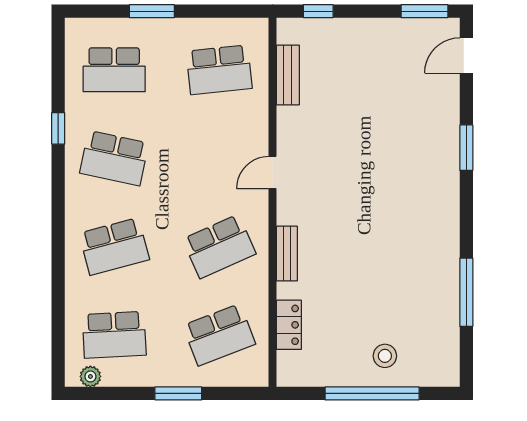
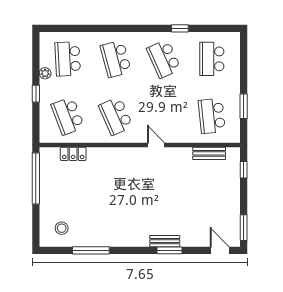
window: (152, 11) -> (244, 106), moved
school desk: (114, 158) -> (164, 59), turned -36
bench: (287, 254) -> (165, 241), moved
stool: (385, 356) -> (62, 228), moved
plant: (90, 376) -> (45, 73), moved
window: (178, 393) -> (36, 94), width x0.67
window: (372, 393) -> (36, 178), moved

